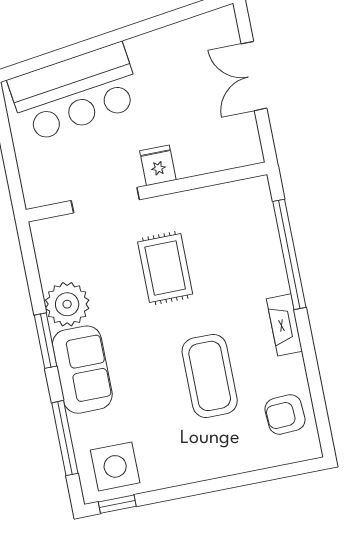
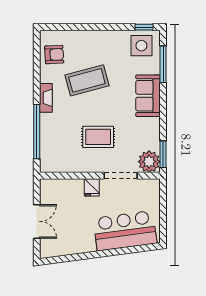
rug: (165, 268) -> (98, 137), turned 90
plant: (67, 304) -> (149, 162), moved
window: (46, 341) -> (163, 154), moved
coffee table: (210, 376) -> (87, 80), turned 75

